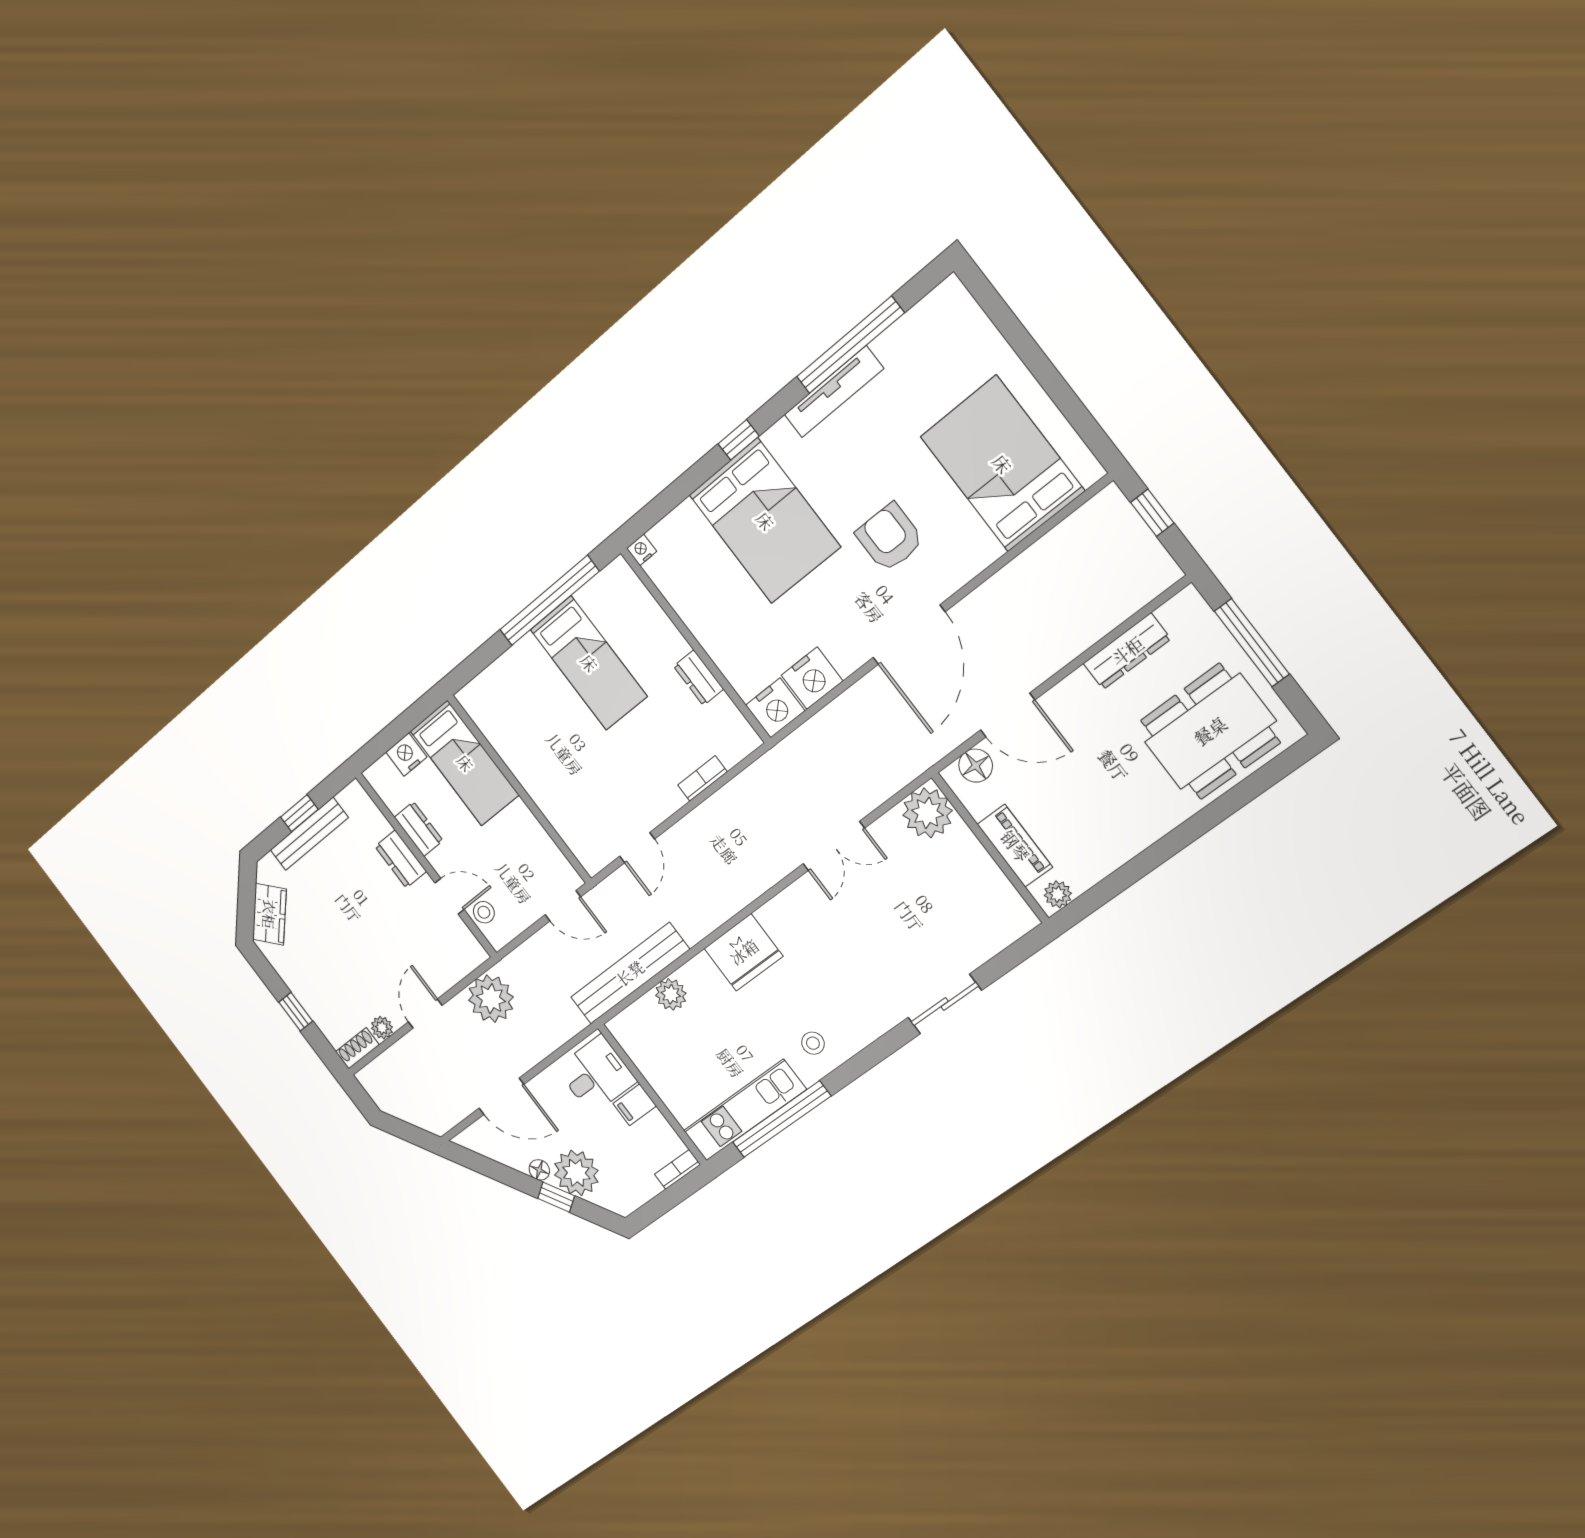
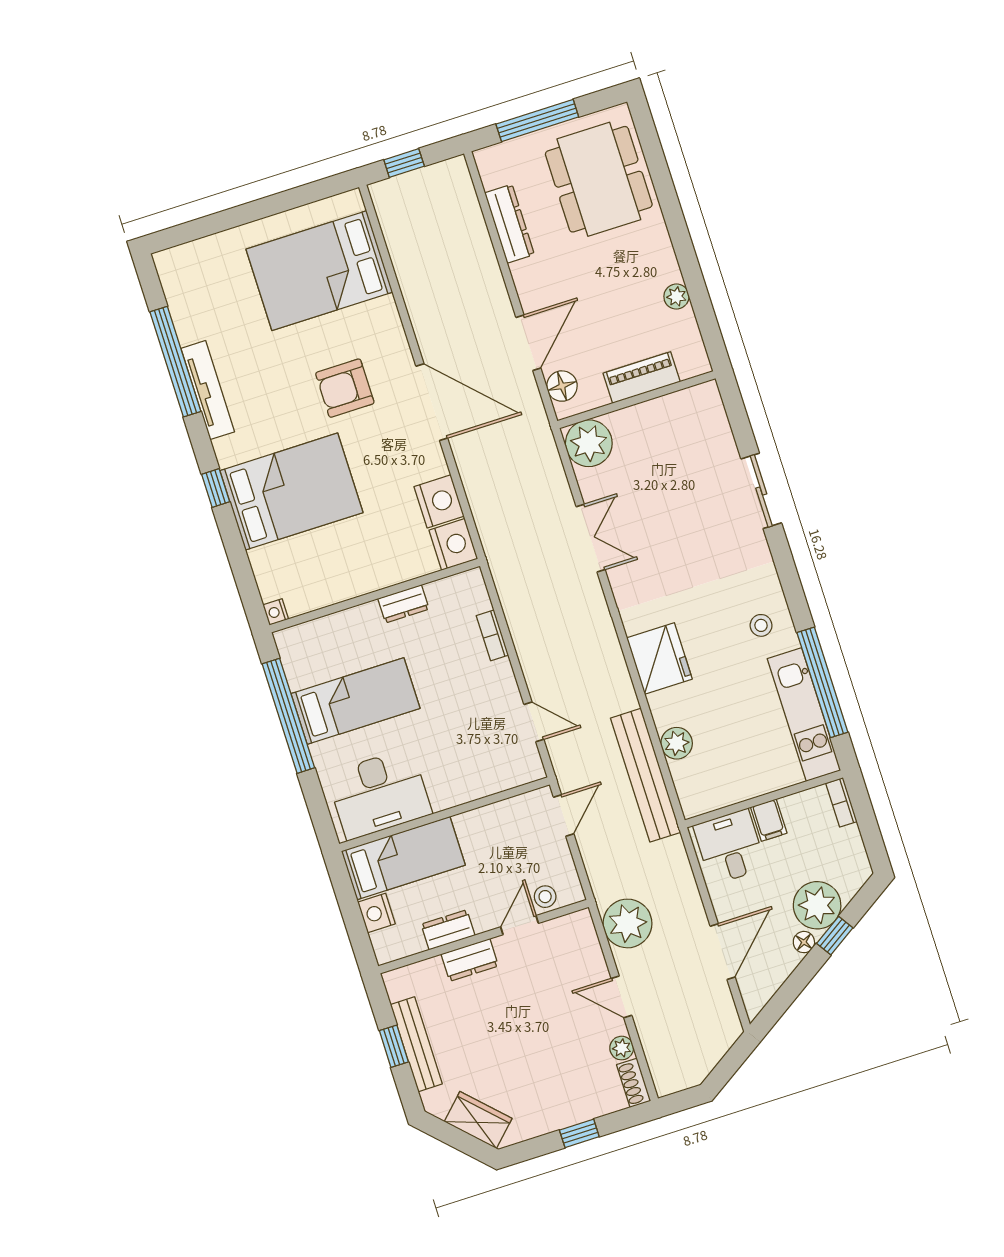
desk: (513, 718) -> (379, 794), added
plant: (1058, 894) -> (676, 296), moved

